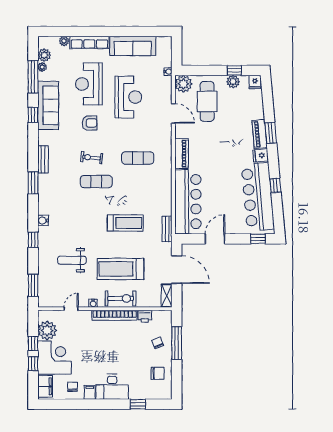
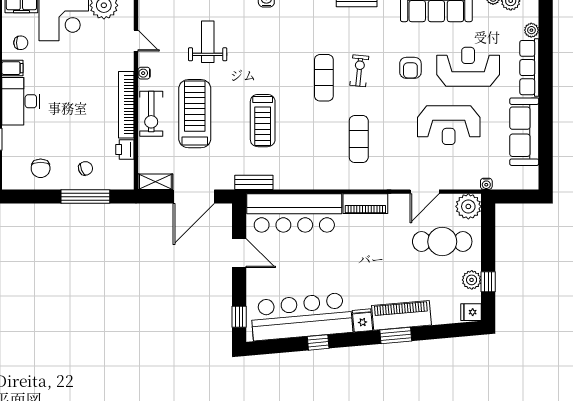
piano: (260, 134) -> (402, 315), width x1.37, depth x1.33

